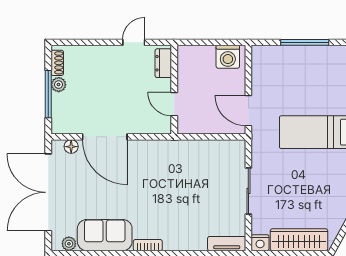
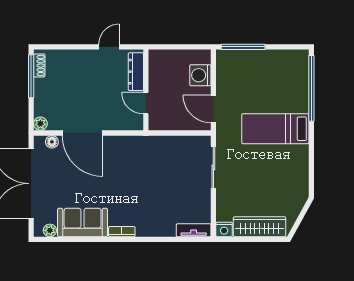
window: (305, 42) -> (243, 47), moved
washing machine: (228, 57) -> (200, 75), moved, turned 90
dresser: (163, 63) -> (136, 72), width x1.44
plant: (59, 85) -> (40, 124), moved
window: (48, 94) -> (31, 76), moved
sliding door: (248, 191) -> (213, 167), moved

